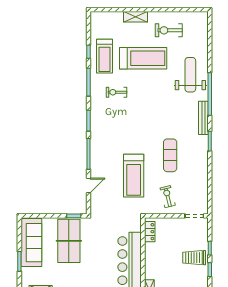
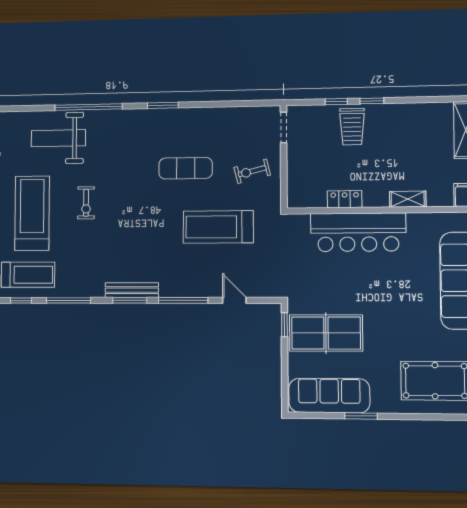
exercise bike: (116, 92) -> (86, 203), moved
bench: (203, 118) -> (132, 290), moved
treadmill: (134, 176) -> (218, 227), turned 180
locker: (150, 232) -> (345, 199), moved

